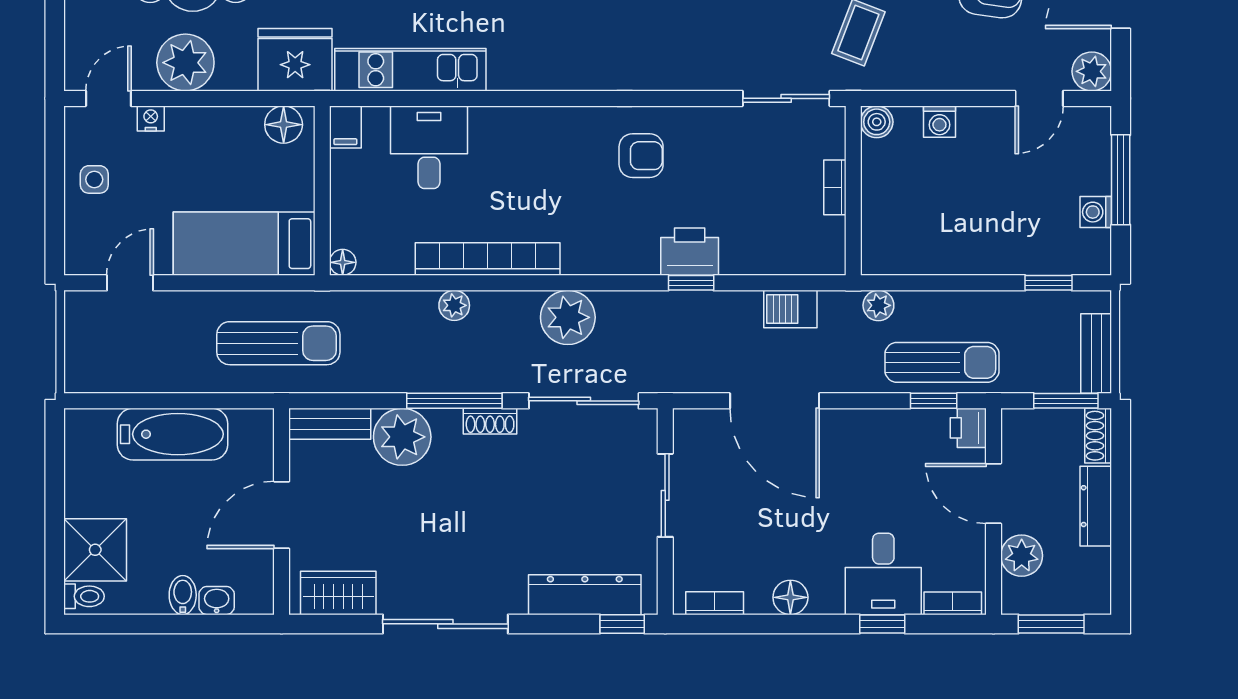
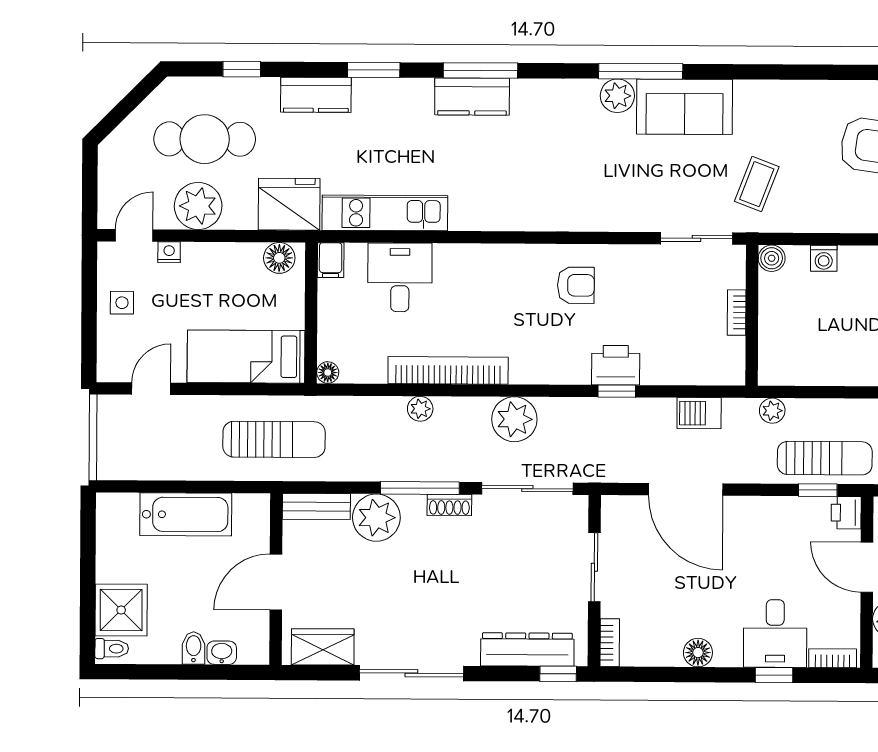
bookcase: (715, 603) -> (610, 643), moved, turned 90

